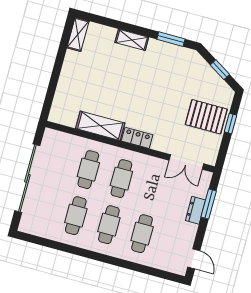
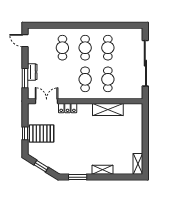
locker: (137, 138) -> (68, 108), moved

